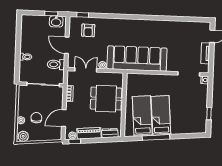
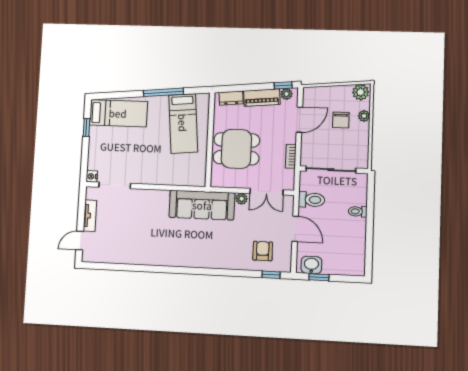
sofa: (137, 59) -> (202, 205), width x0.74, depth x0.79
bed: (161, 115) -> (118, 113), moved, turned -85

